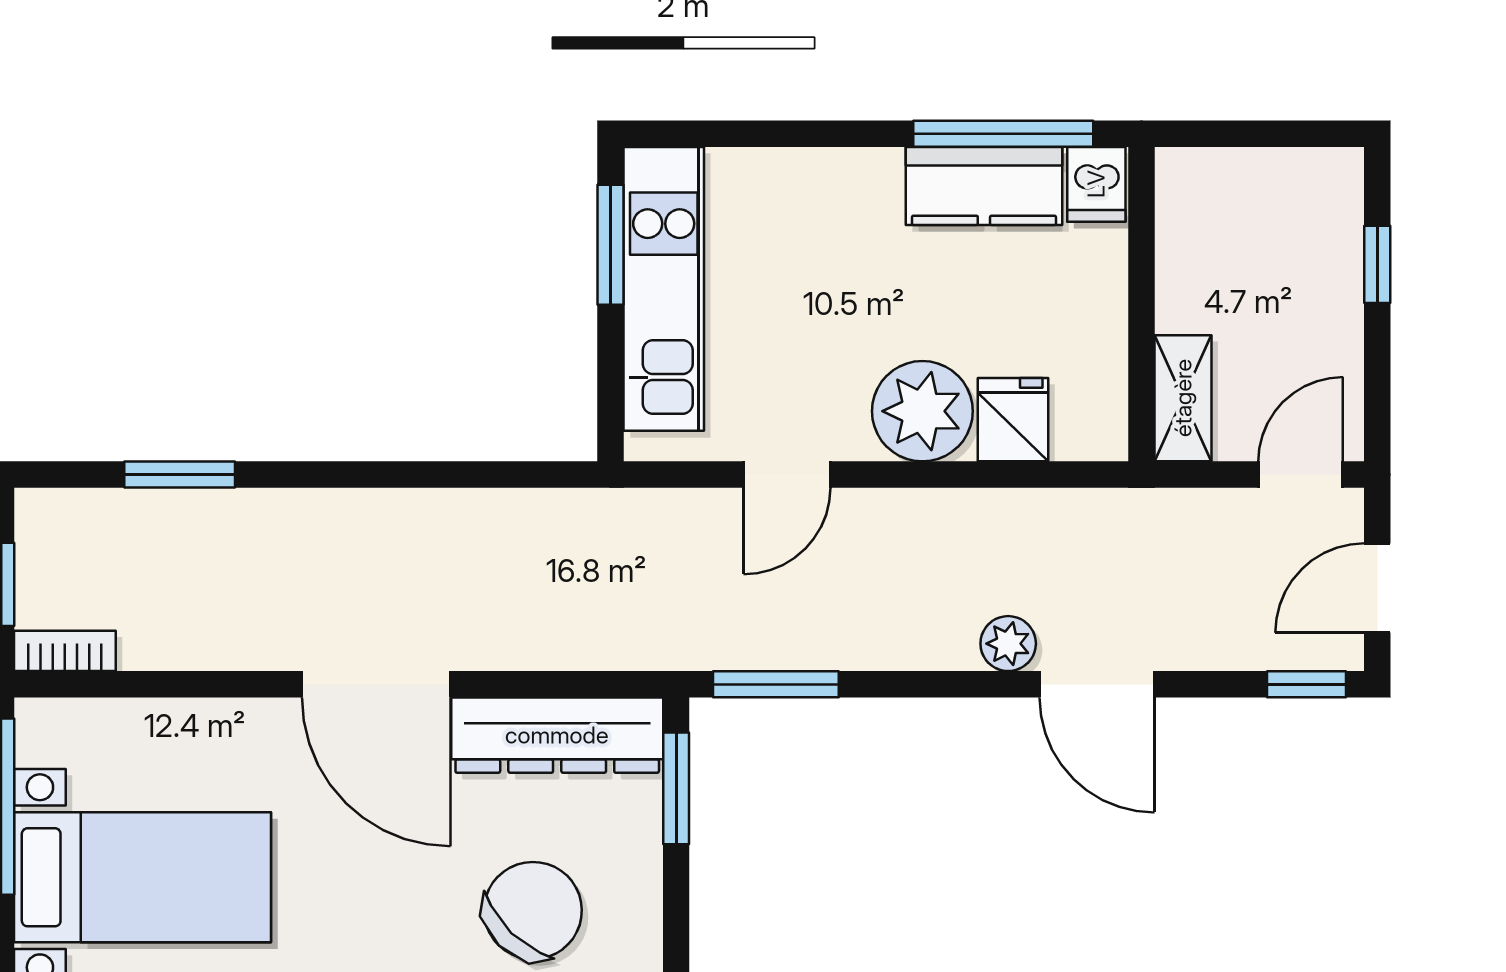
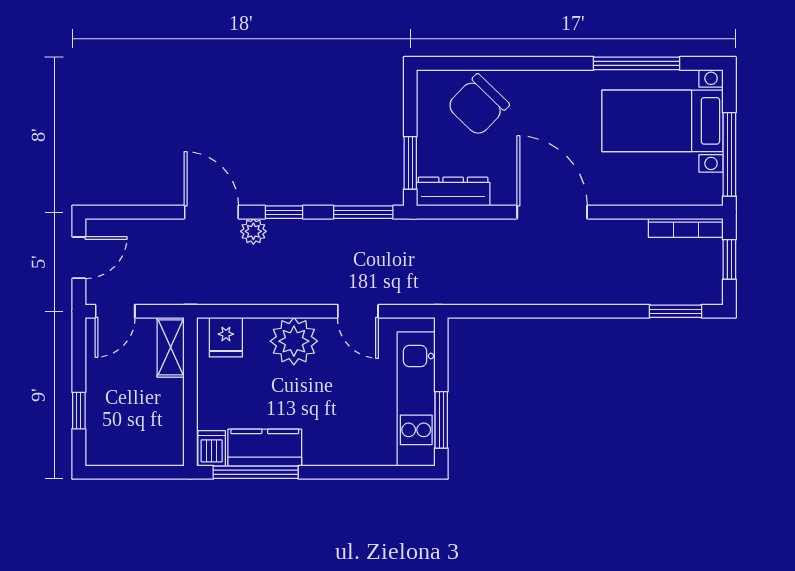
fridge: (1013, 420) -> (226, 337), moved
window: (180, 475) -> (676, 311), moved
door: (787, 475) -> (358, 311), swing flipped
bookcase: (65, 651) -> (686, 228), width x1.56
window: (1307, 684) -> (284, 212), moved
dresser: (557, 735) -> (453, 192), width x0.73, depth x0.80

